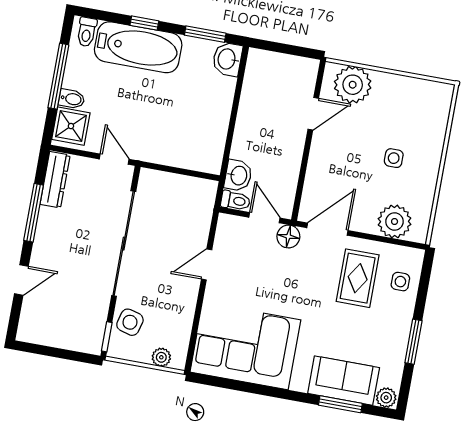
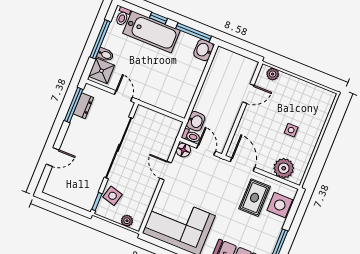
window: (205, 34) -> (193, 32), width x1.44
plant: (353, 85) -> (273, 74), width x0.53, depth x0.53
dresser: (55, 180) -> (83, 106), width x0.70
window: (34, 213) -> (74, 105), moved
door: (327, 229) -> (243, 164), hinge flipped
floor lamp: (288, 237) -> (183, 150), moved
door: (207, 264) -> (166, 171), hinge flipped
side table: (400, 282) -> (280, 205), width x1.87, depth x1.87

